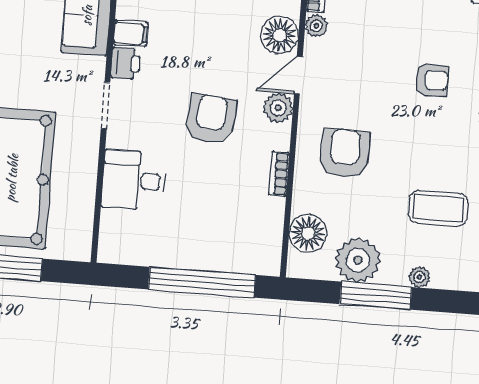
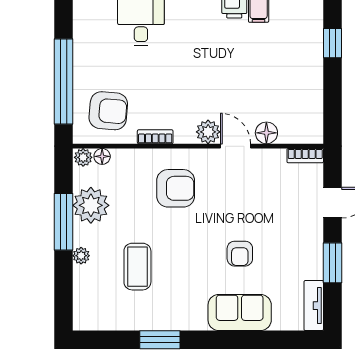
plant: (316, 26) -> (83, 157), moved
floor lamp: (280, 35) -> (266, 133), width x0.73, depth x0.73
armchair: (211, 119) -> (108, 111), moved
floor lamp: (308, 233) -> (102, 156), width x0.53, depth x0.53

